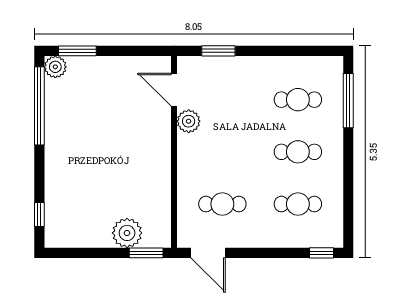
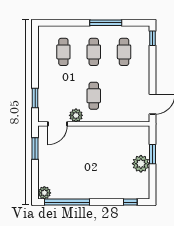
window: (77, 51) -> (35, 148), moved
window: (348, 101) -> (106, 23), moved
cafe table: (222, 204) -> (94, 96), moved
plant: (127, 233) -> (141, 164), moved
window: (146, 253) -> (152, 154), moved

